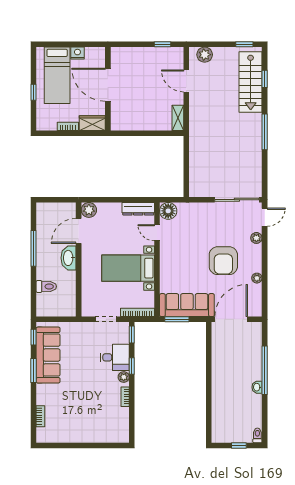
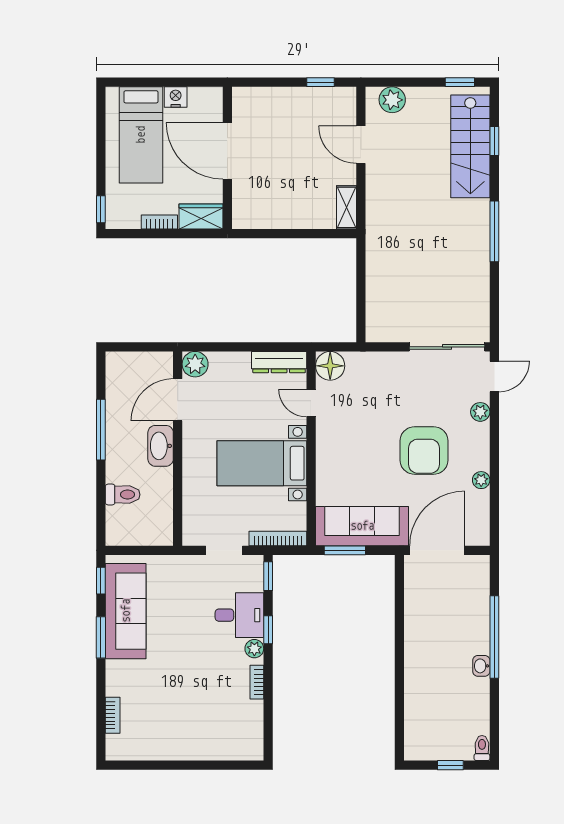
window: (33, 92) -> (101, 209), moved

